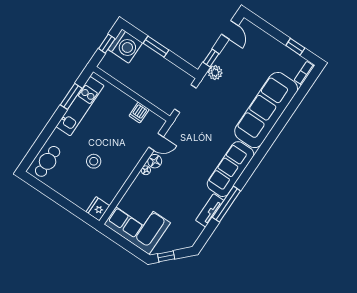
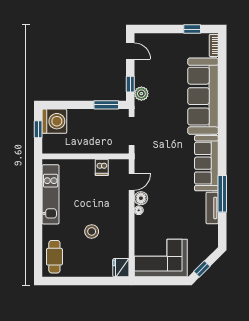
window: (156, 47) -> (106, 105), moved
window: (71, 96) -> (38, 191), removed

